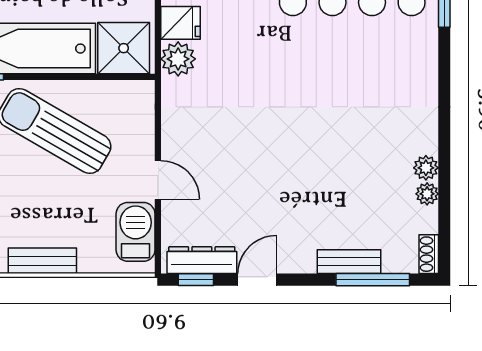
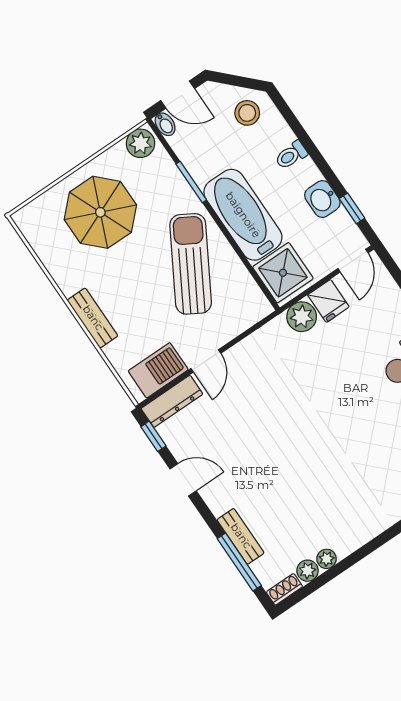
plant: (426, 168) -> (308, 571), moved
dresser: (202, 260) -> (172, 401), moved, turned 90

